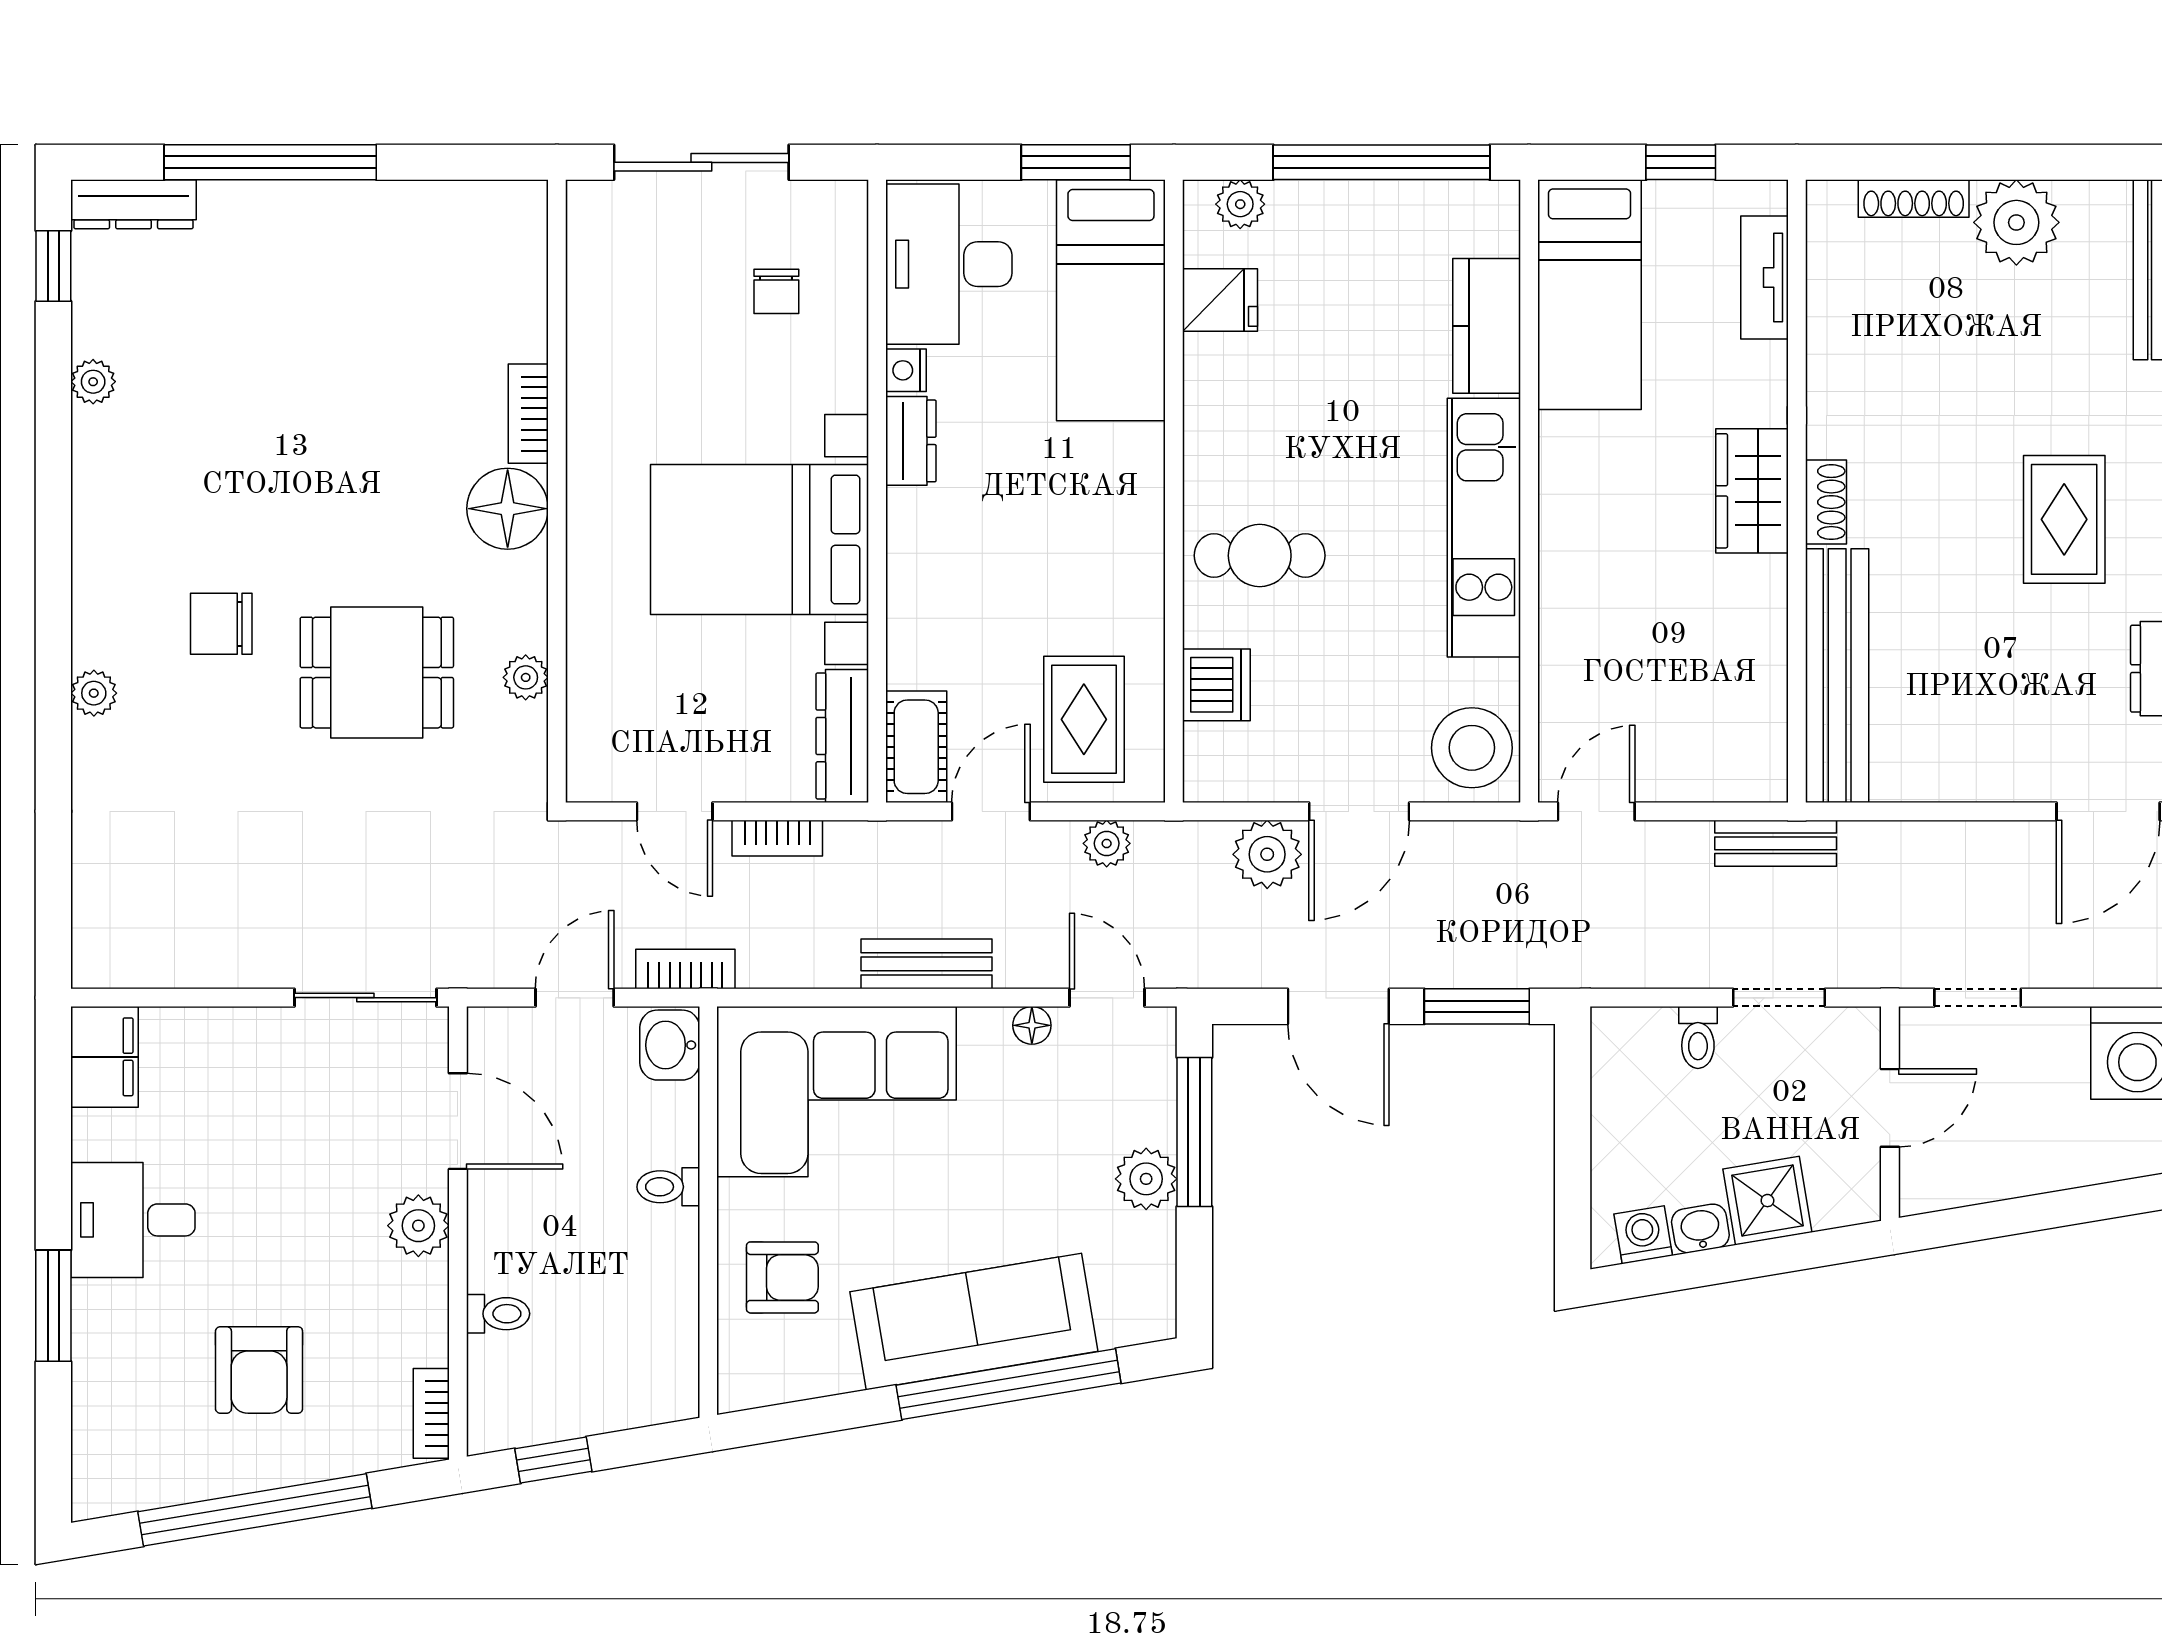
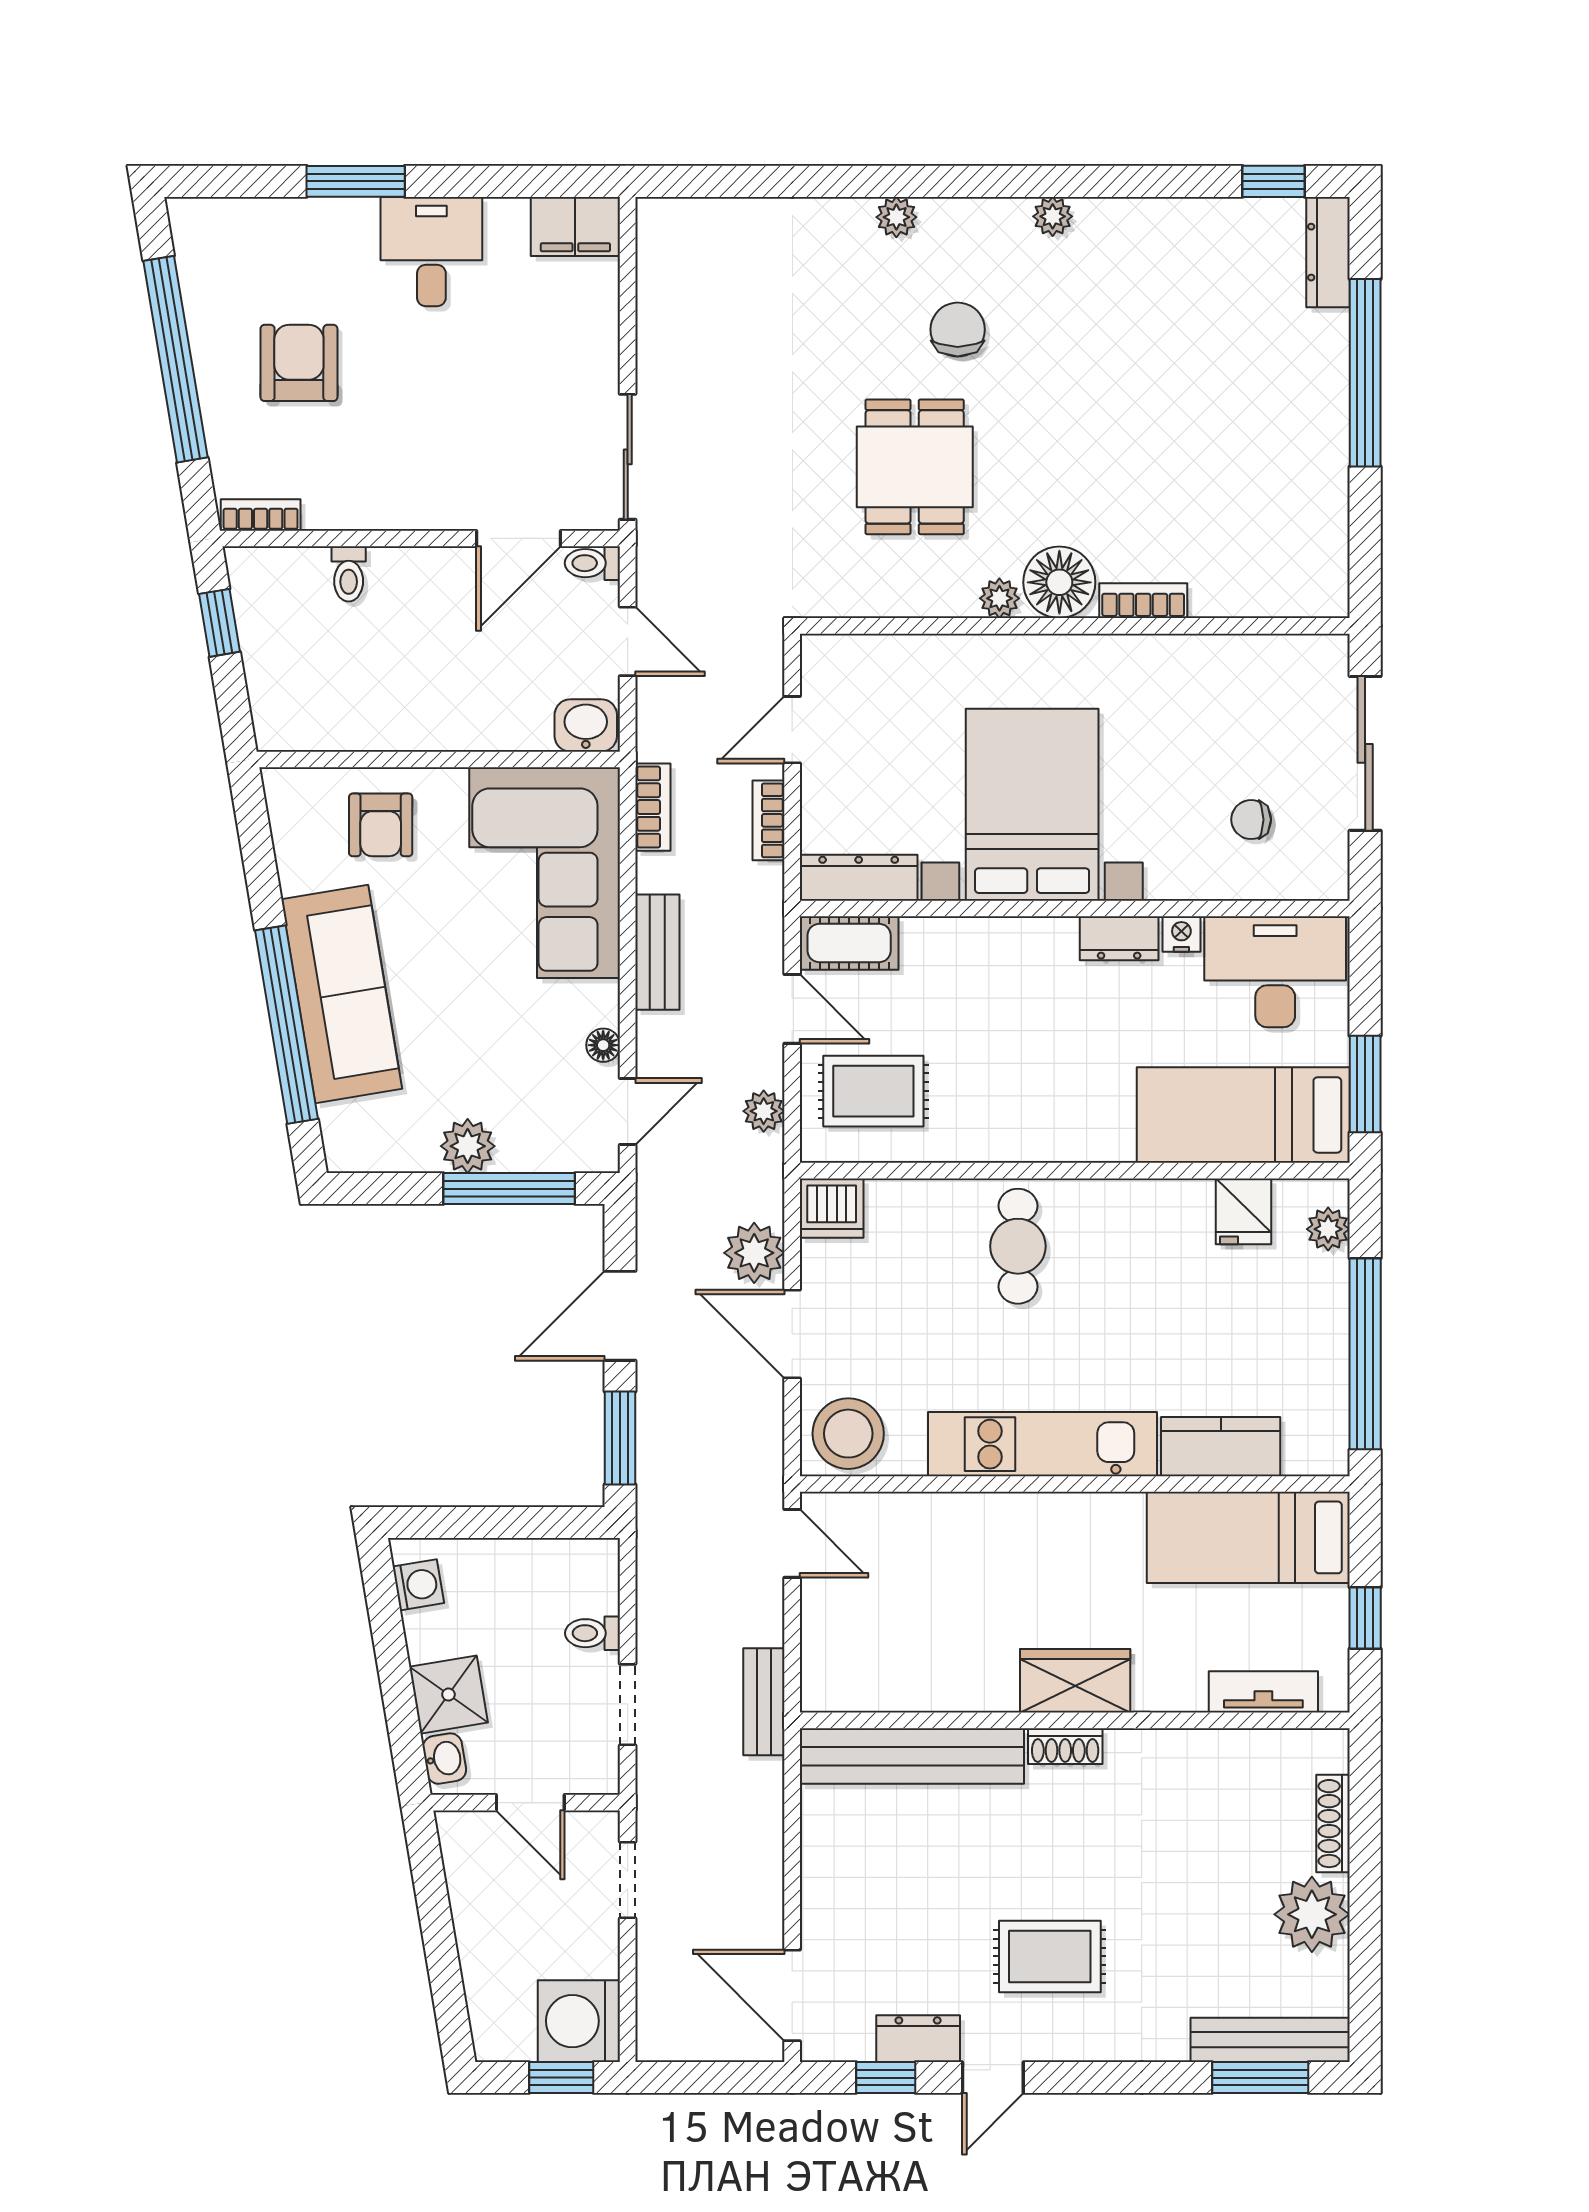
plant: (93, 382) -> (1053, 216), moved
plant: (526, 677) -> (999, 598), moved
dishwasher: (1216, 685) -> (832, 1208), moved
bookcase: (685, 969) -> (653, 807), moved
toilet: (668, 1187) -> (592, 563), moved, turned -90
plant: (418, 1226) -> (426, 504), removed
washbasin: (1700, 1228) -> (444, 1759), moved
armchair: (259, 1370) -> (299, 363), turned 90

